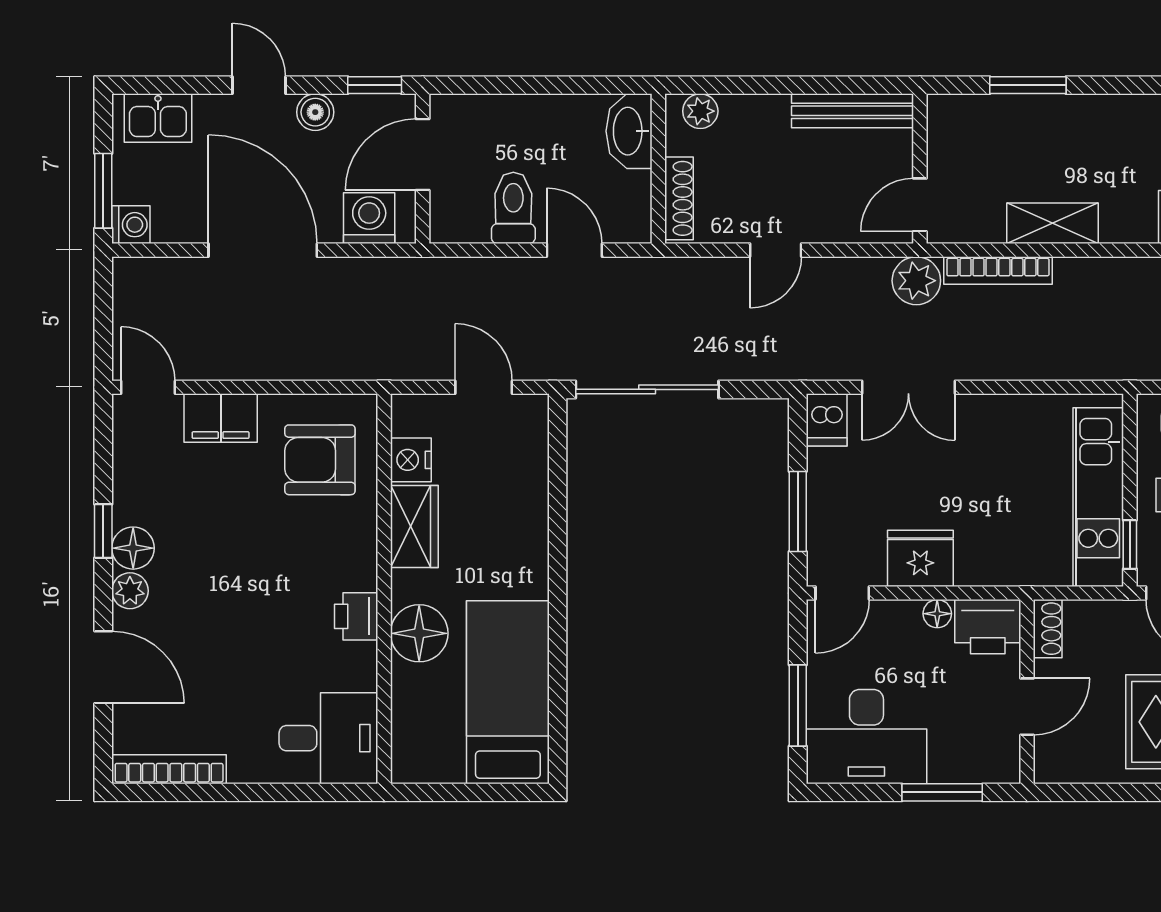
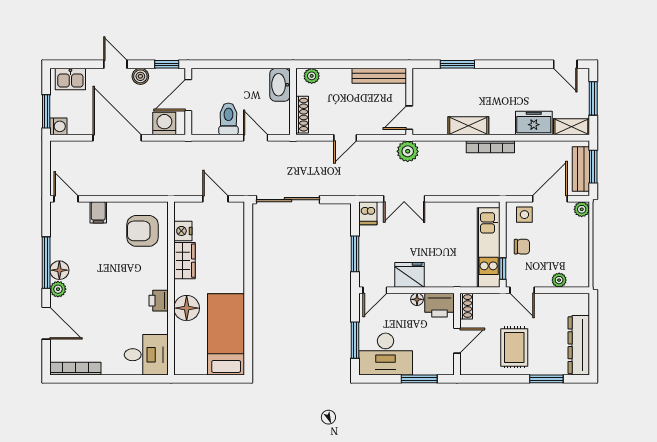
bookcase: (998, 270) -> (490, 147), moved
filing cabinet: (221, 418) -> (98, 212), width x0.50
window: (103, 531) -> (46, 263), width x2.17

